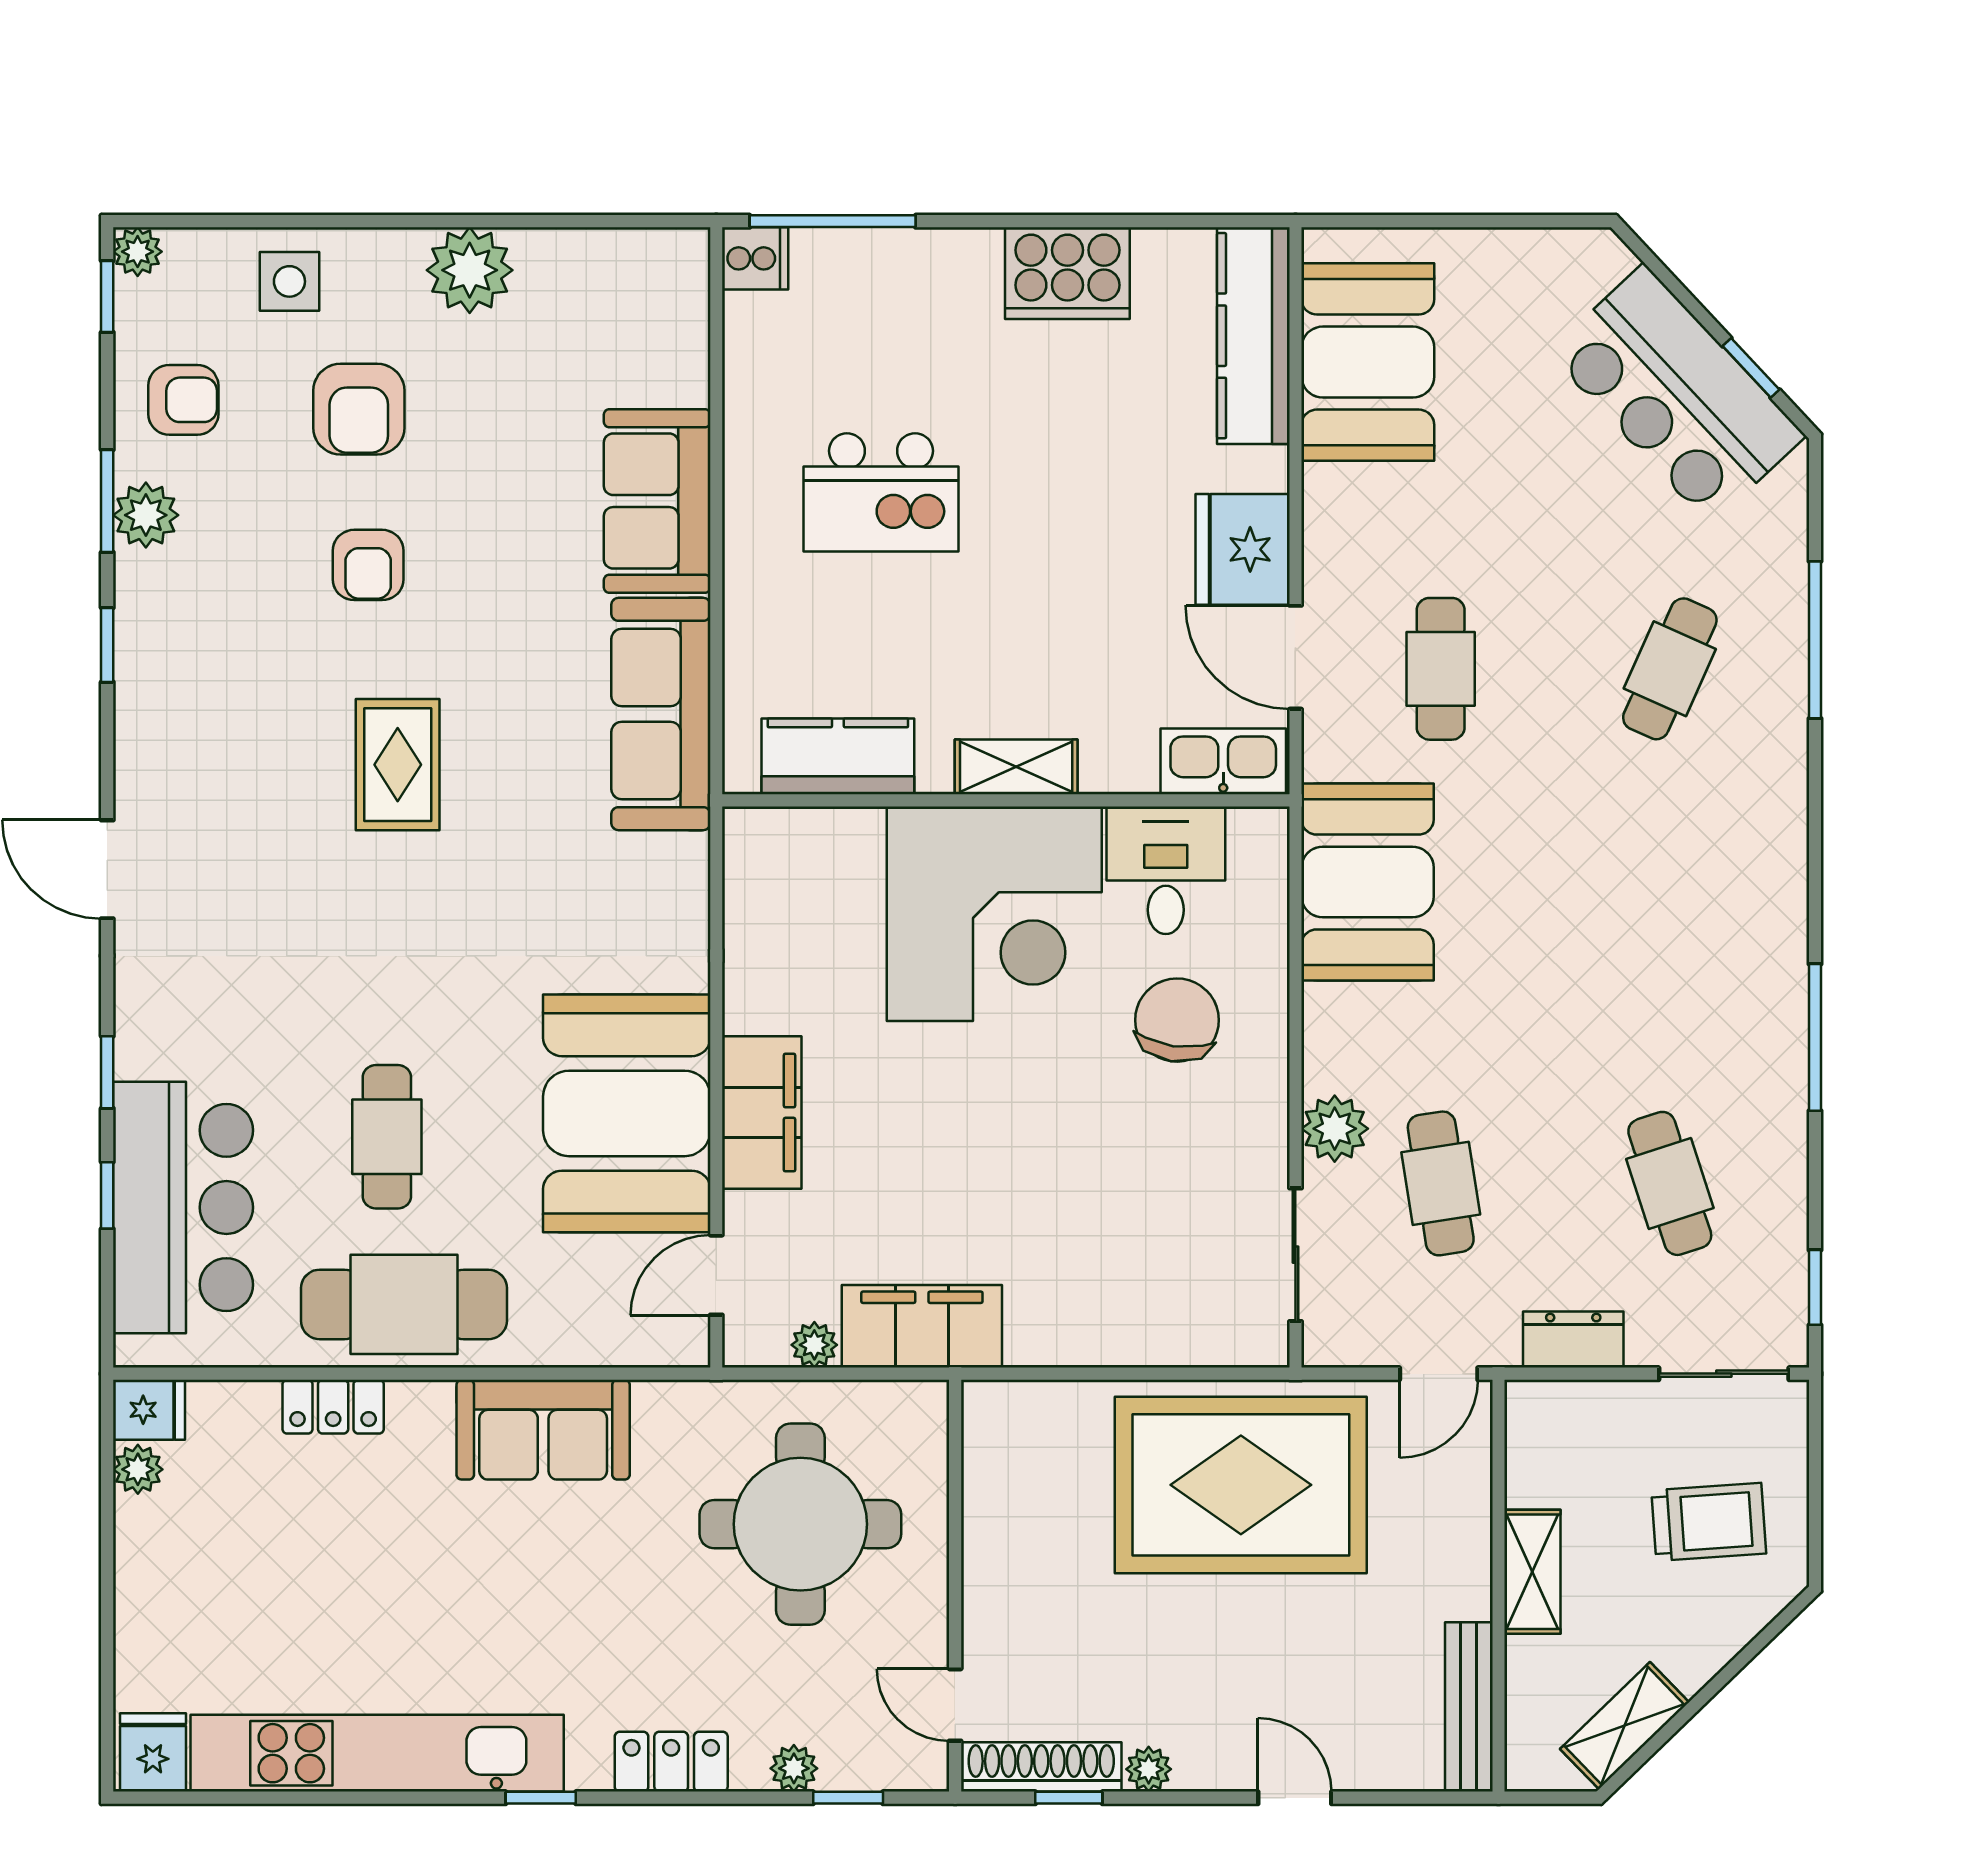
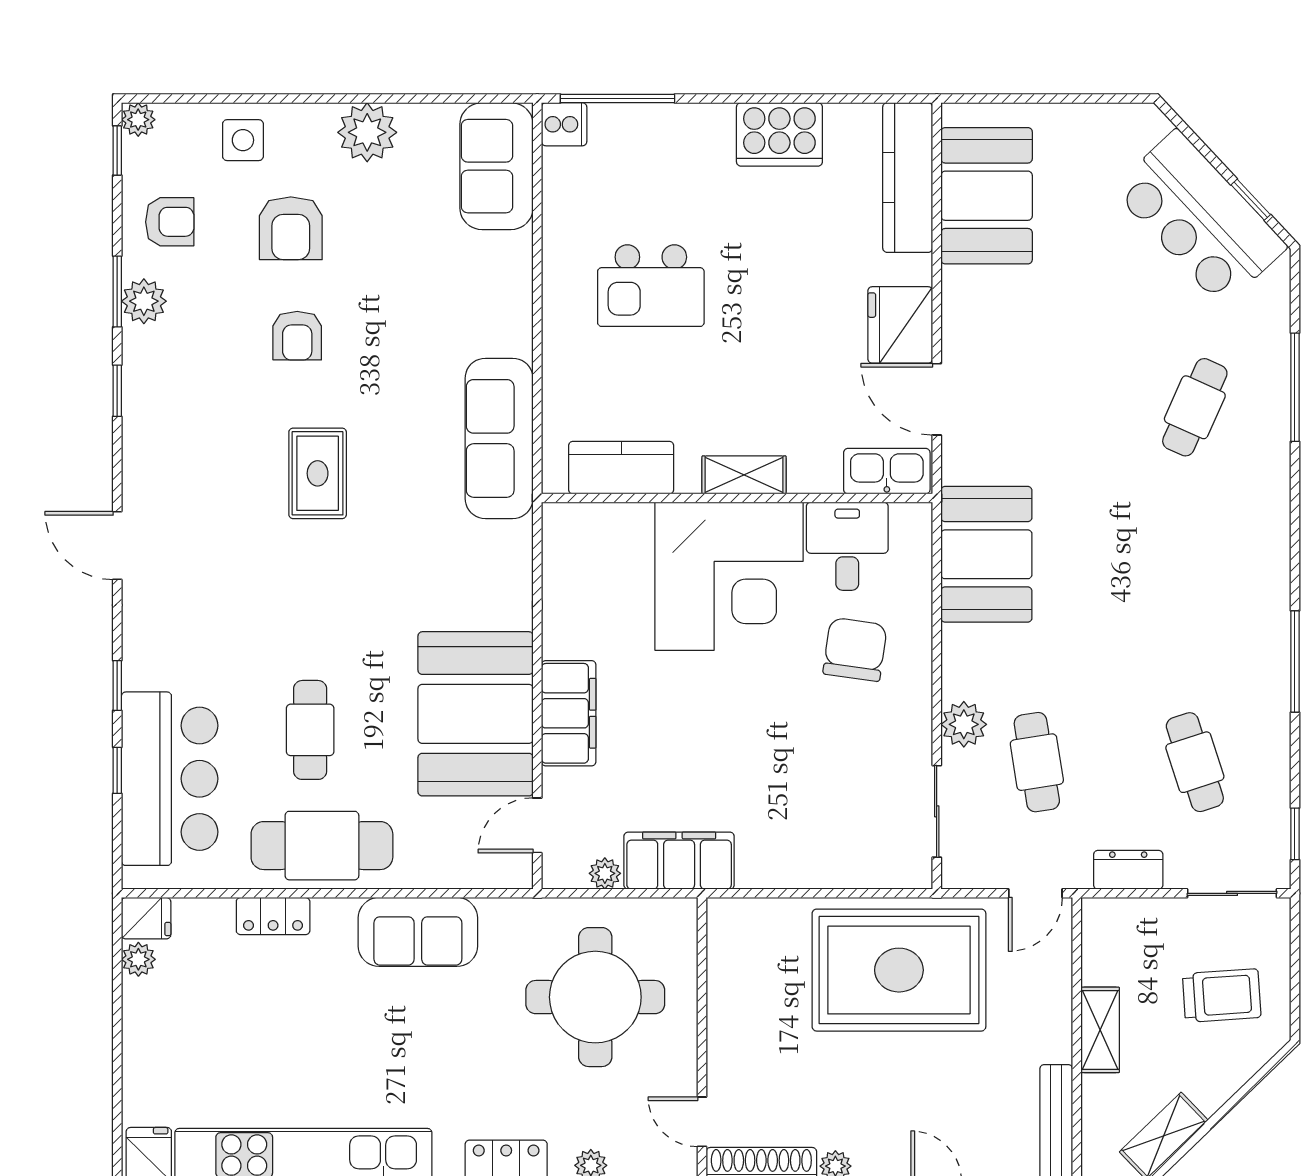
sofa: (657, 501) -> (496, 166), moved
cafe table: (1441, 669) -> (1037, 407), removed

